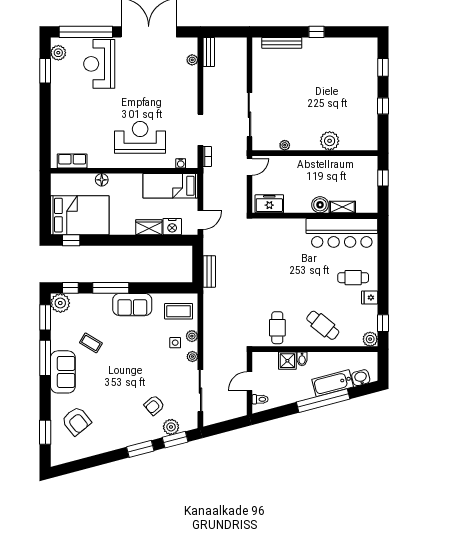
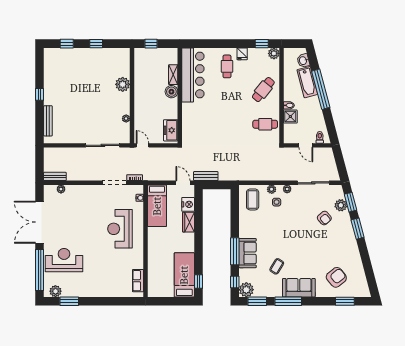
reception desk: (99, 64) -> (64, 260), turned 180
floor lamp: (102, 180) -> (152, 258), removed
bed: (80, 215) -> (184, 275), width x0.67
bench: (209, 271) -> (206, 176), moved
sofa: (132, 305) -> (248, 253), moved

